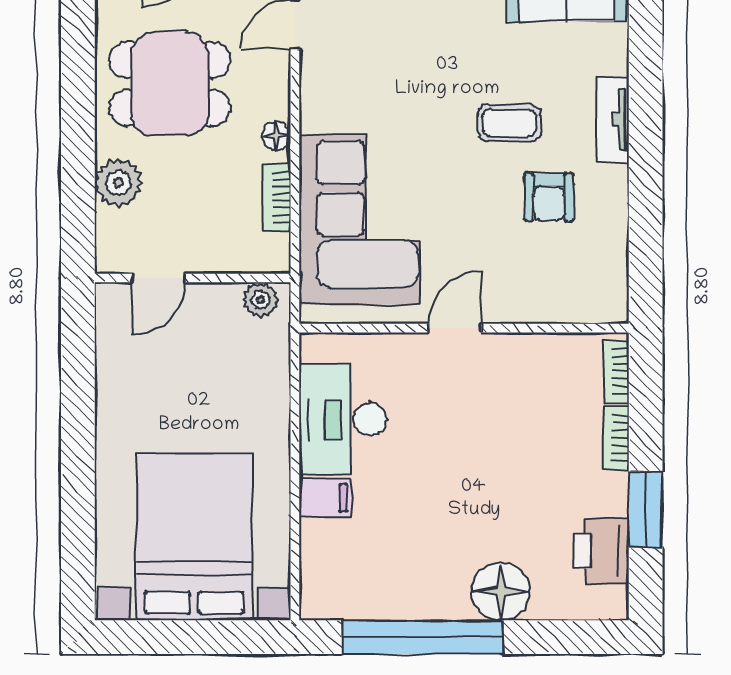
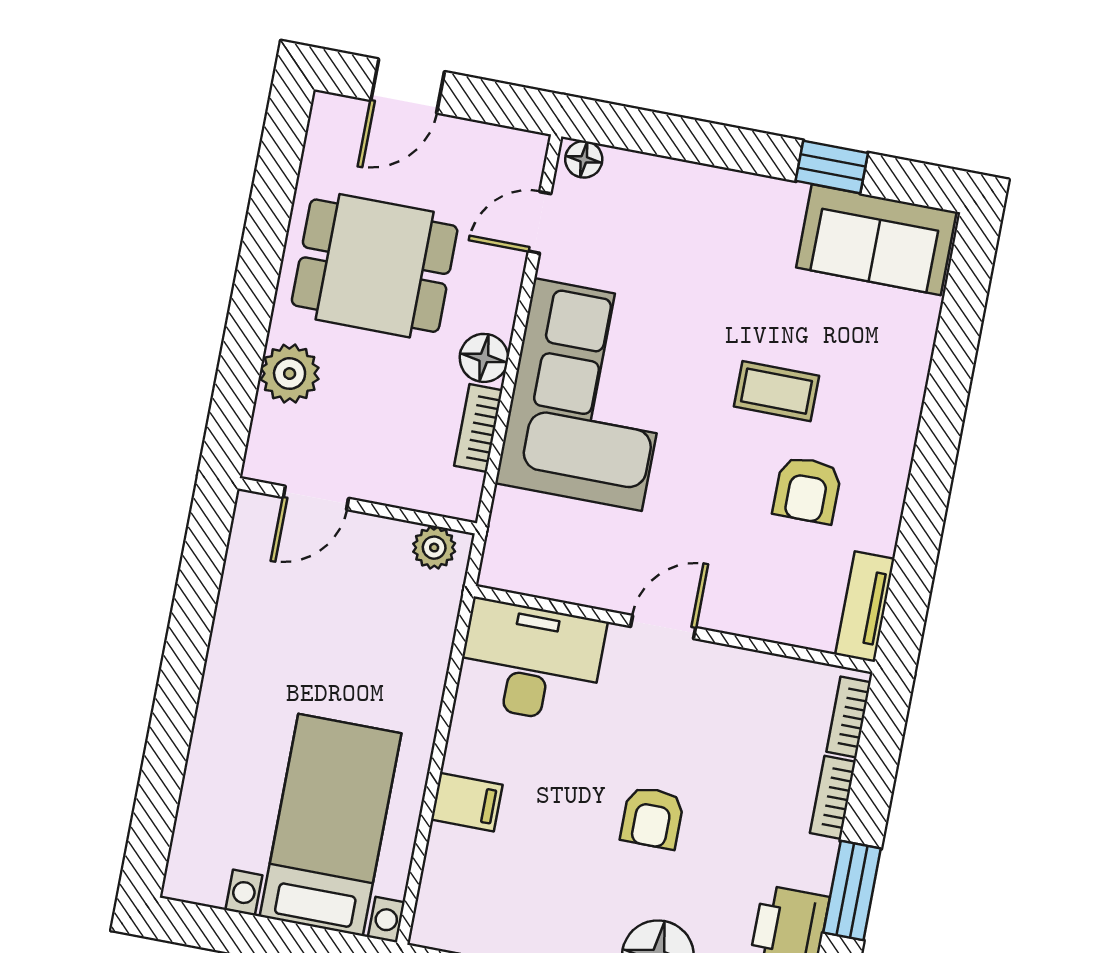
tv unit: (613, 119) -> (865, 607), moved
floor lamp: (276, 136) -> (484, 358), width x1.37, depth x1.37
corner sofa: (360, 220) -> (588, 395), moved
desk: (343, 419) -> (531, 662), moved, turned 90
armchair: (475, 482) -> (652, 818), added
bed with nightstands: (194, 537) -> (331, 825), width x0.73

